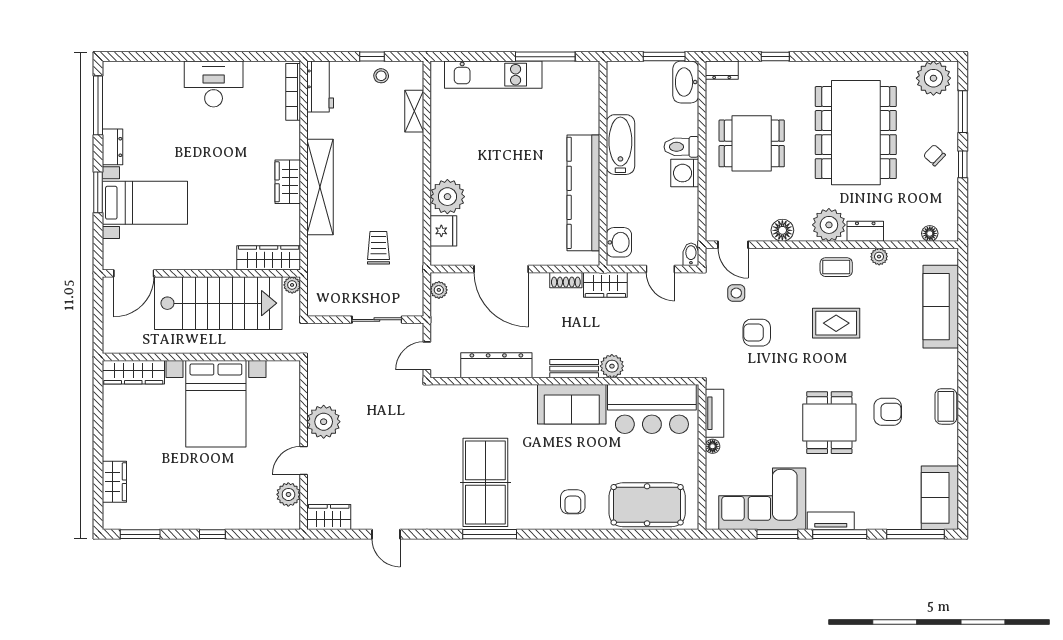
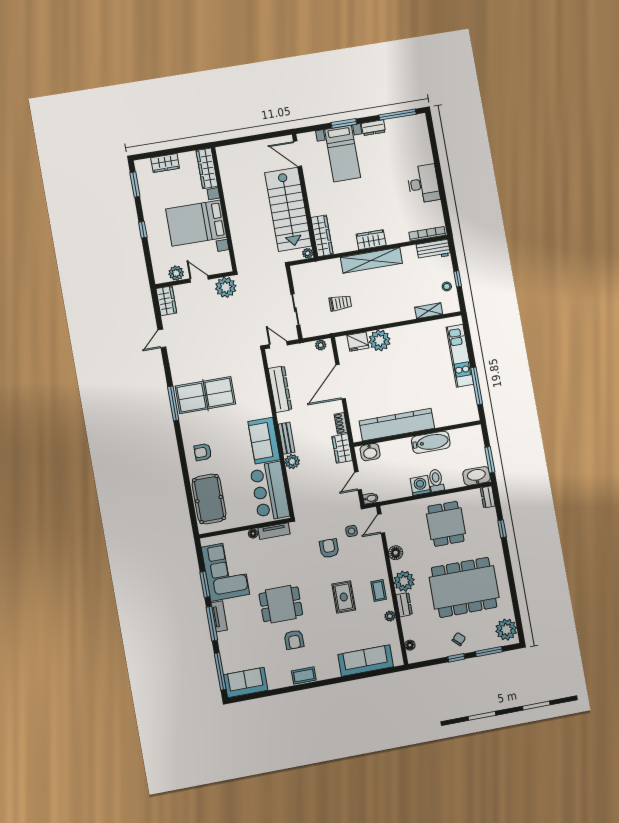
wall: (201, 357) -> (224, 209), moved
wardrobe: (133, 372) -> (207, 168), moved
bed with nightstands: (216, 404) -> (196, 223), moved

